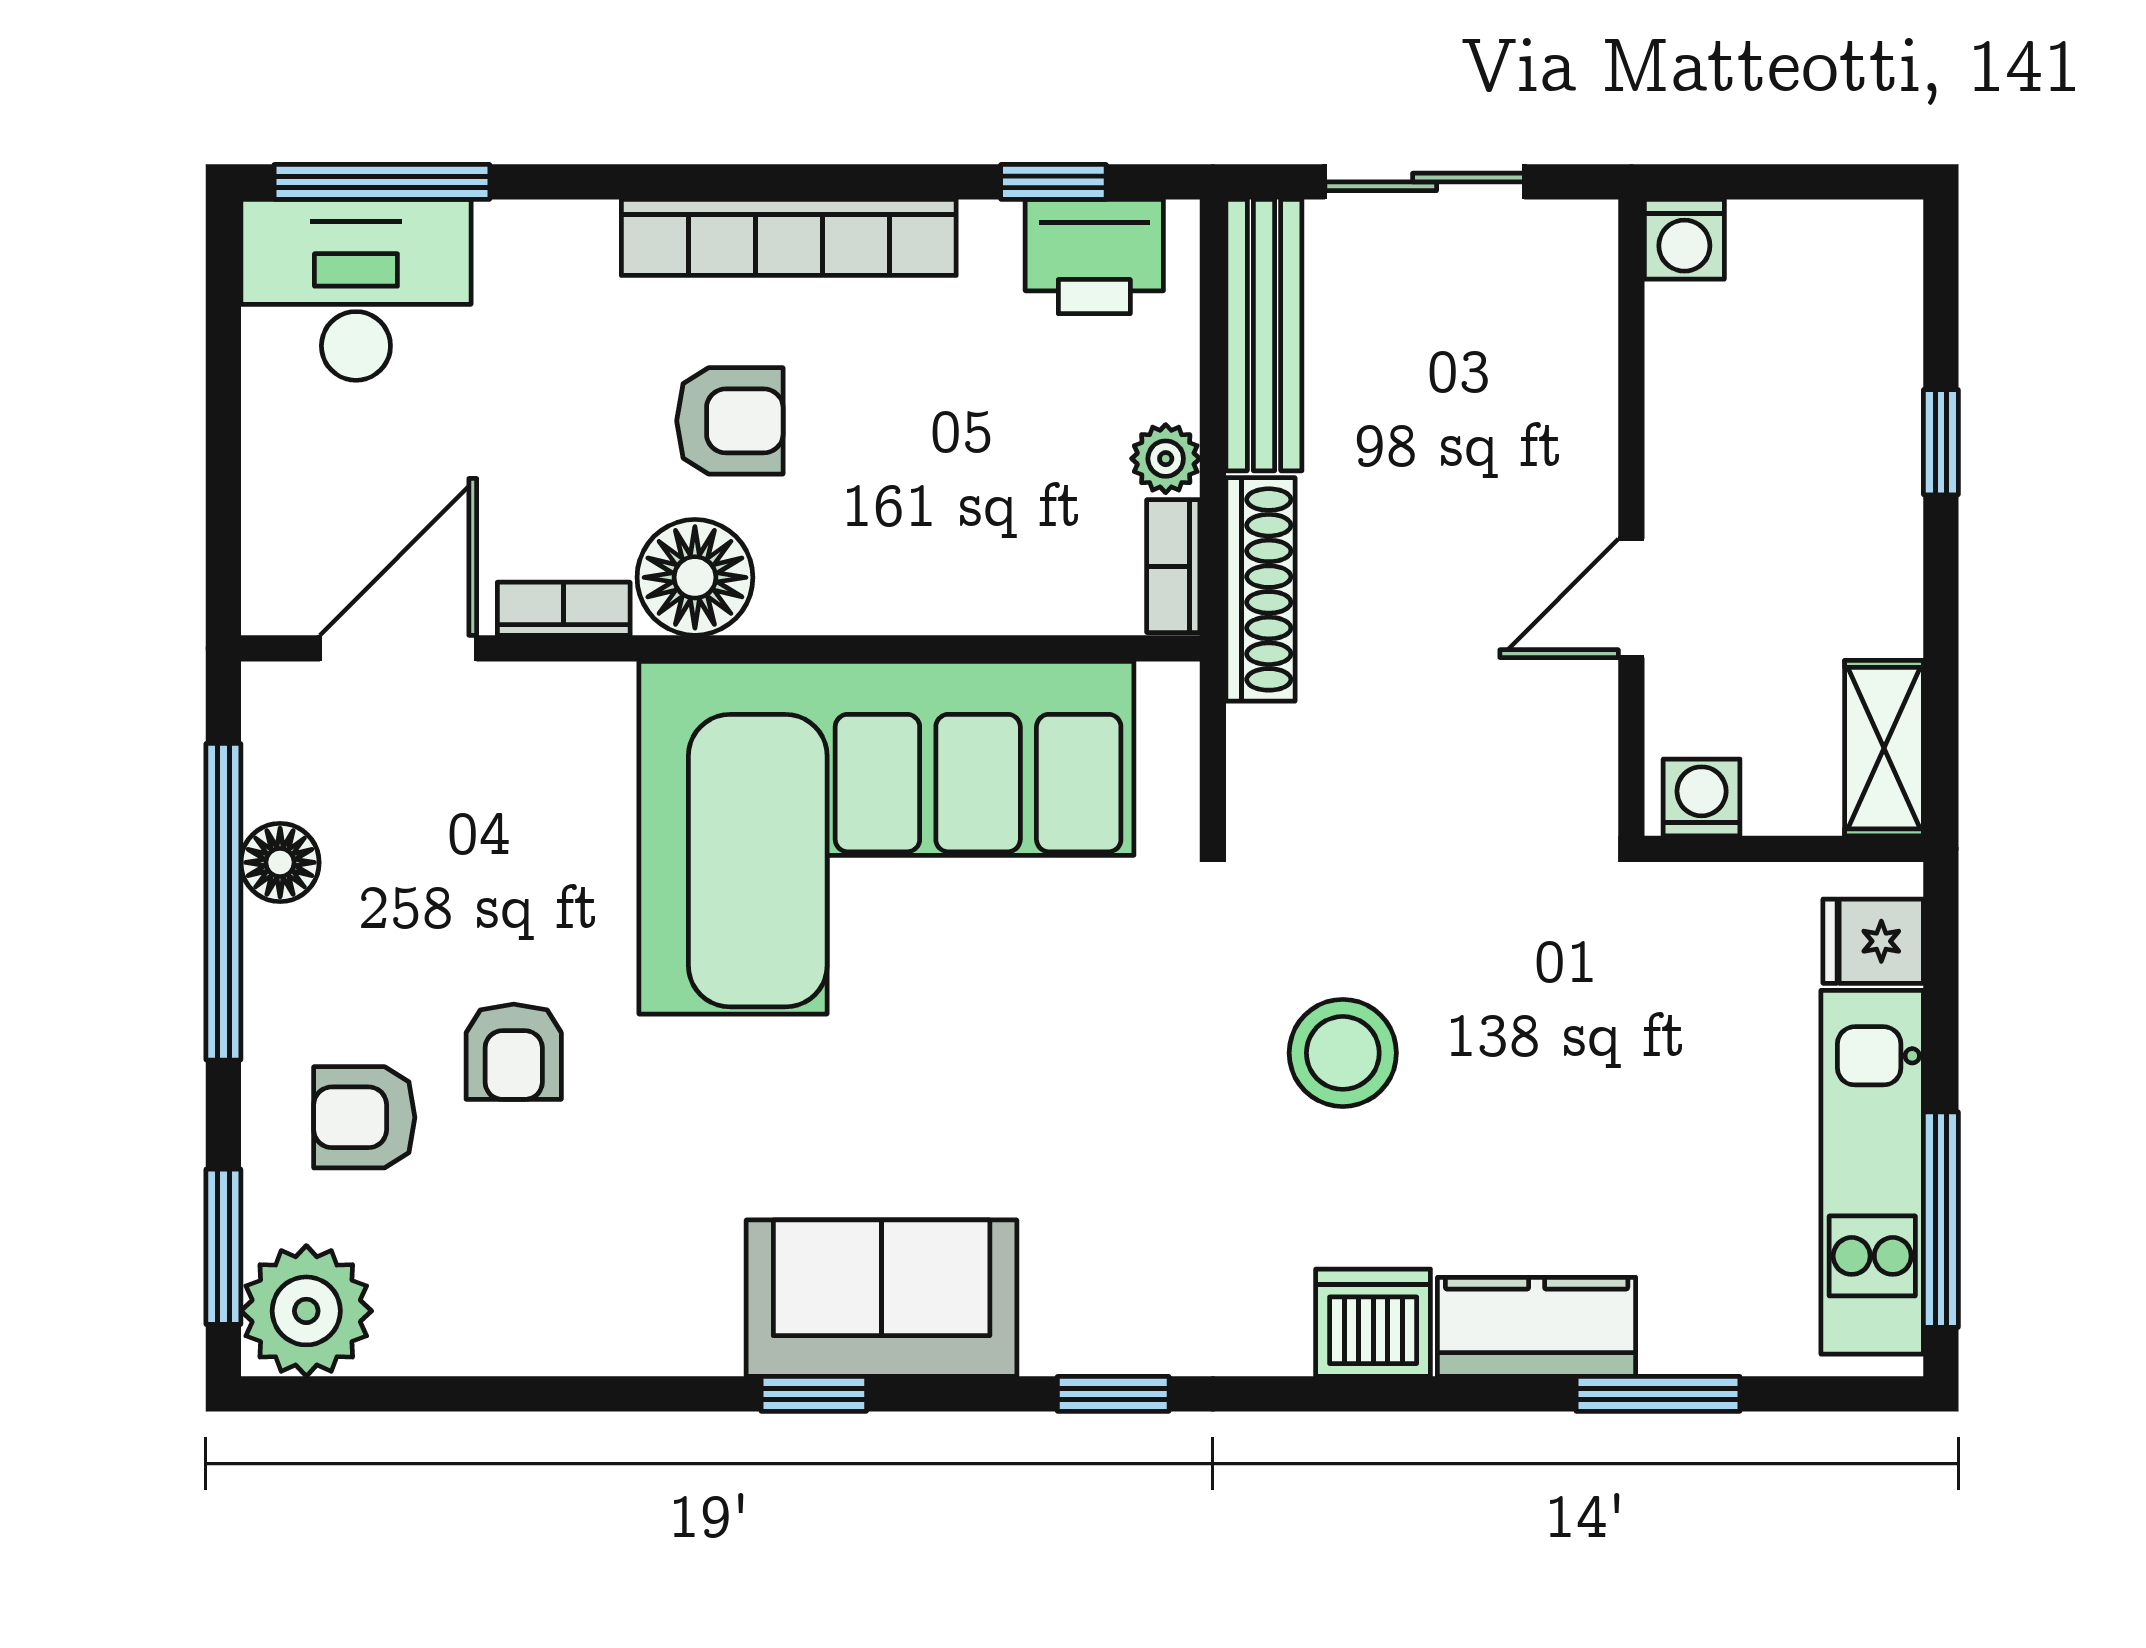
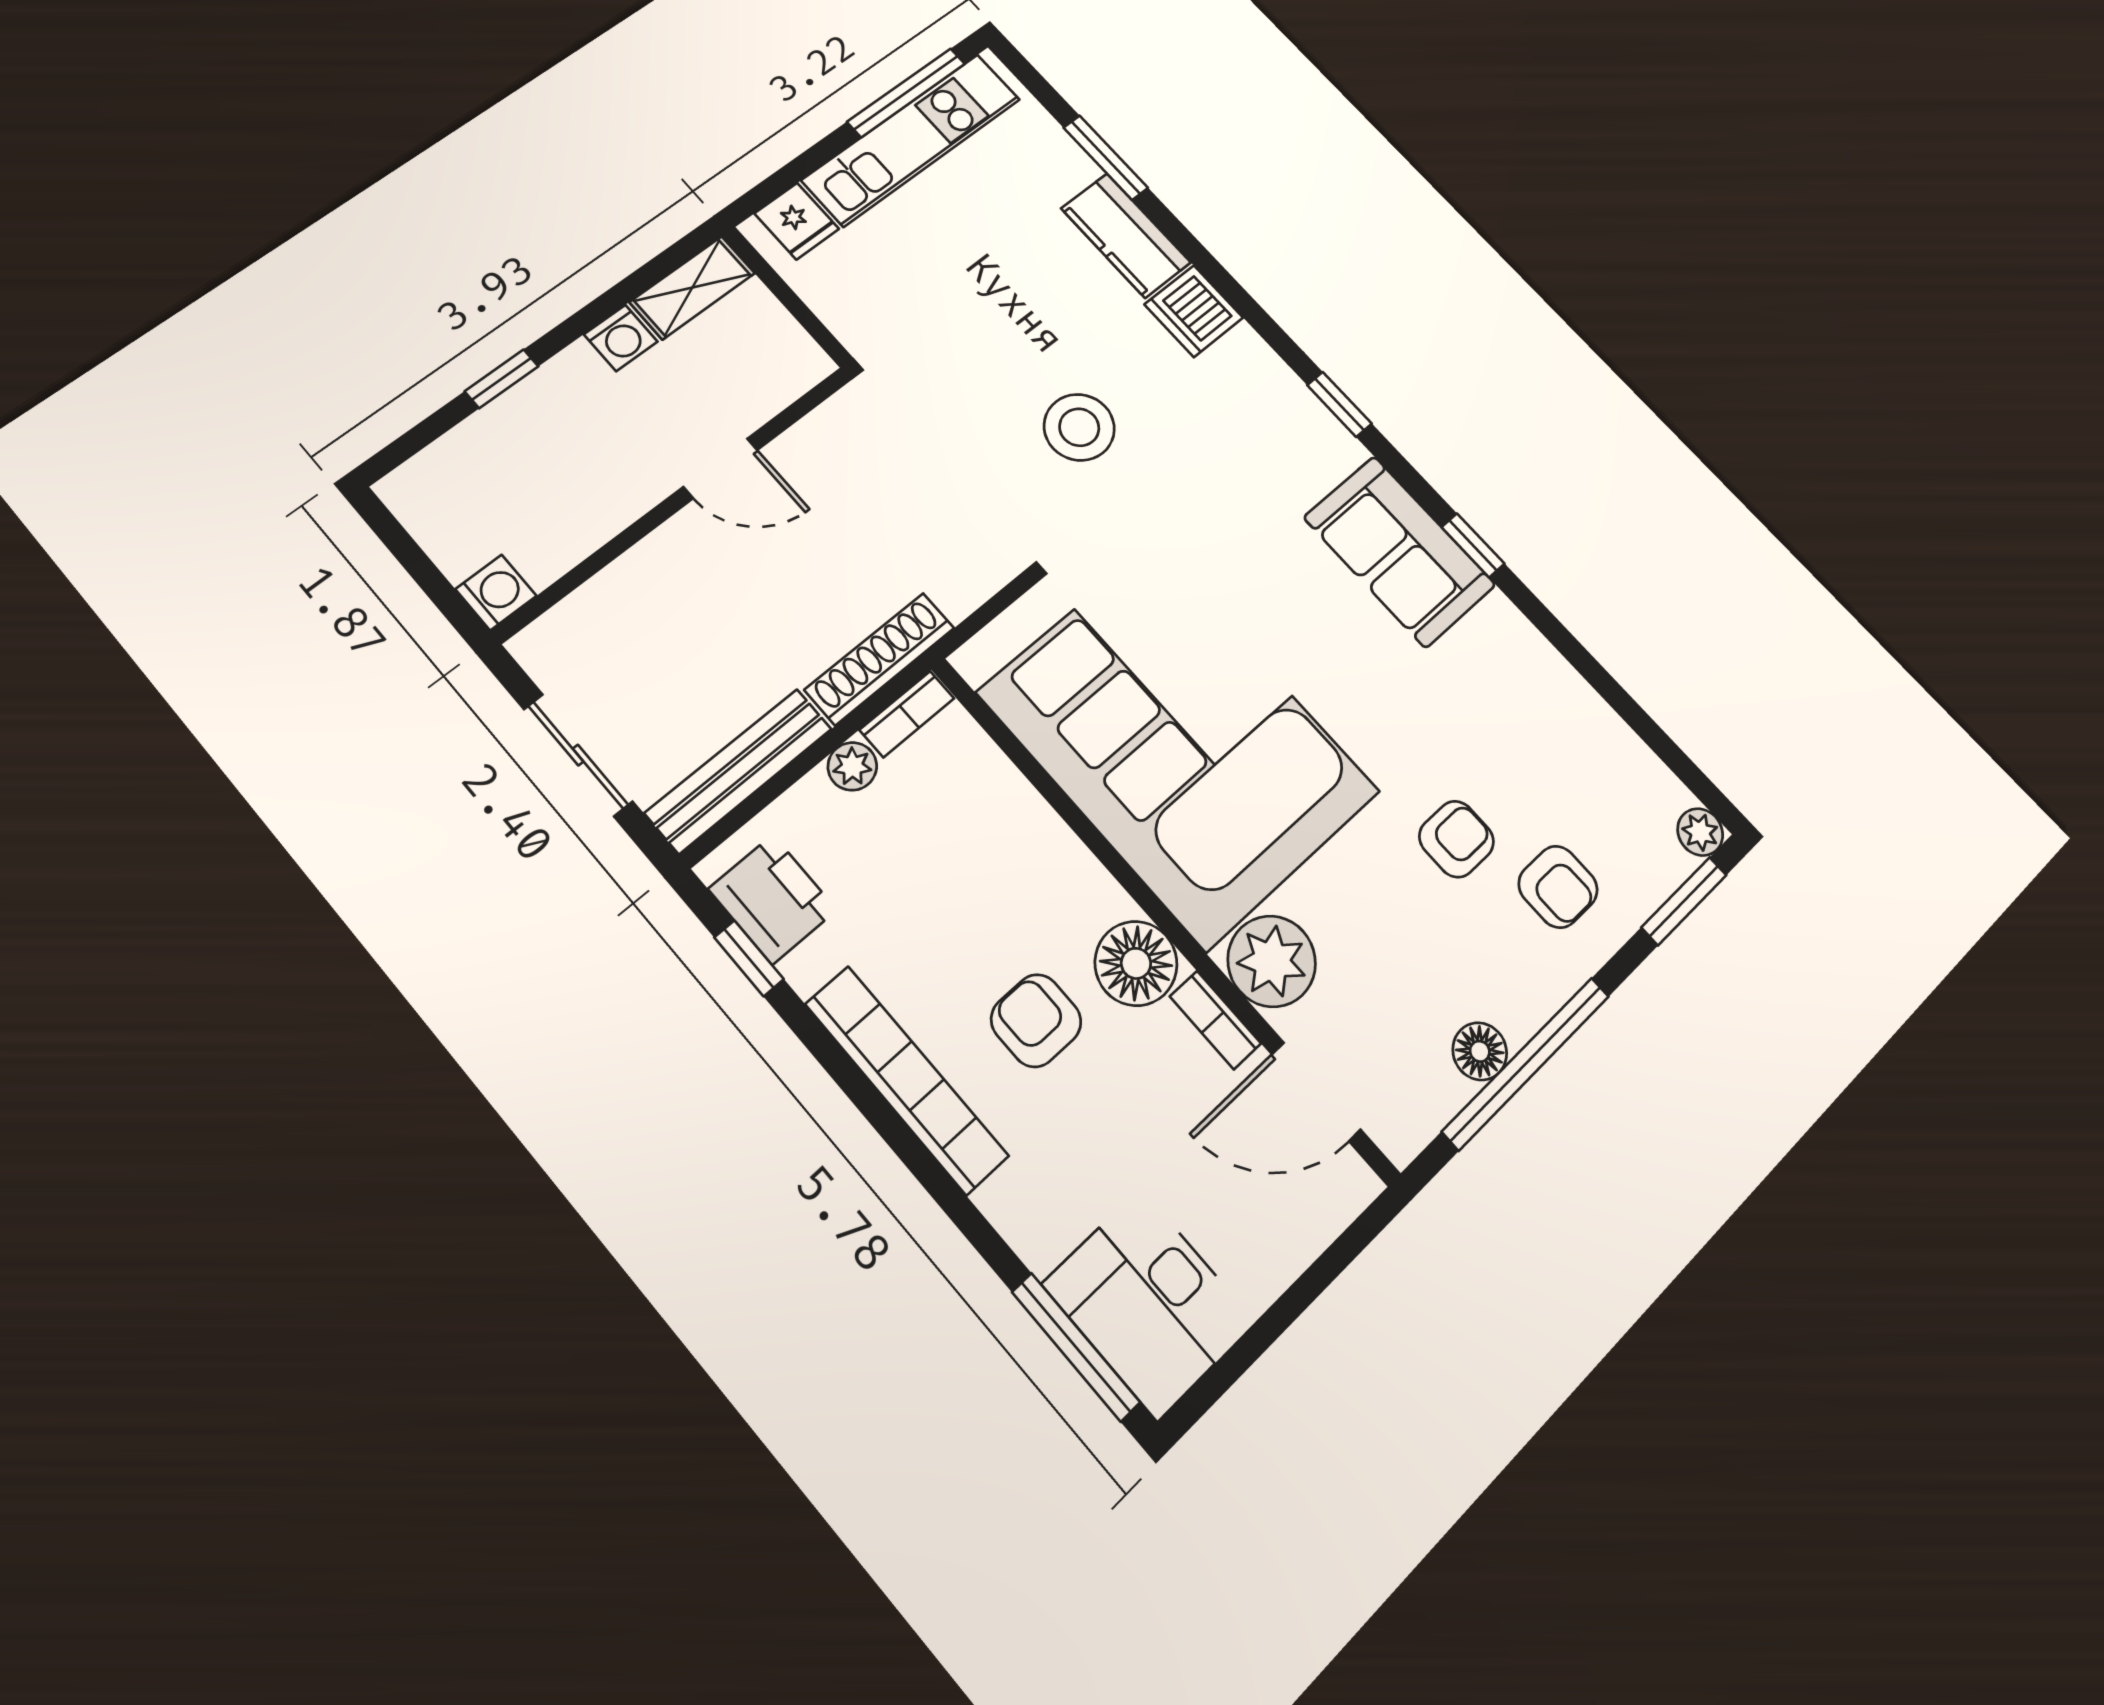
plant: (569, 725) -> (1272, 961), added
washing machine: (1702, 797) -> (621, 338), moved, turned -90
plant: (306, 1311) -> (1700, 832), width x0.53, depth x0.53

